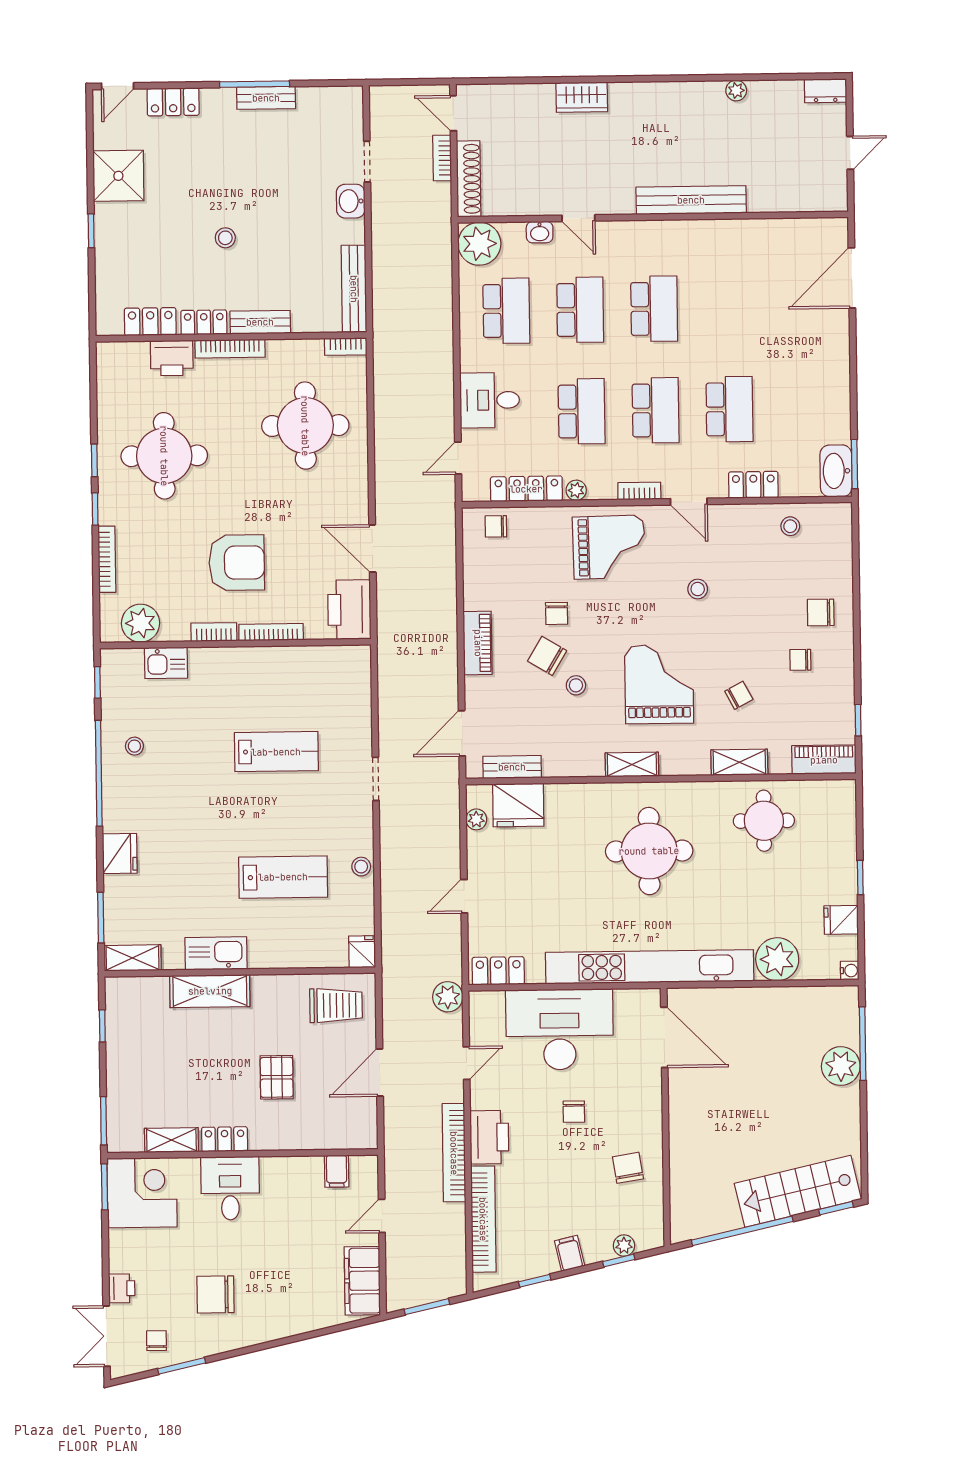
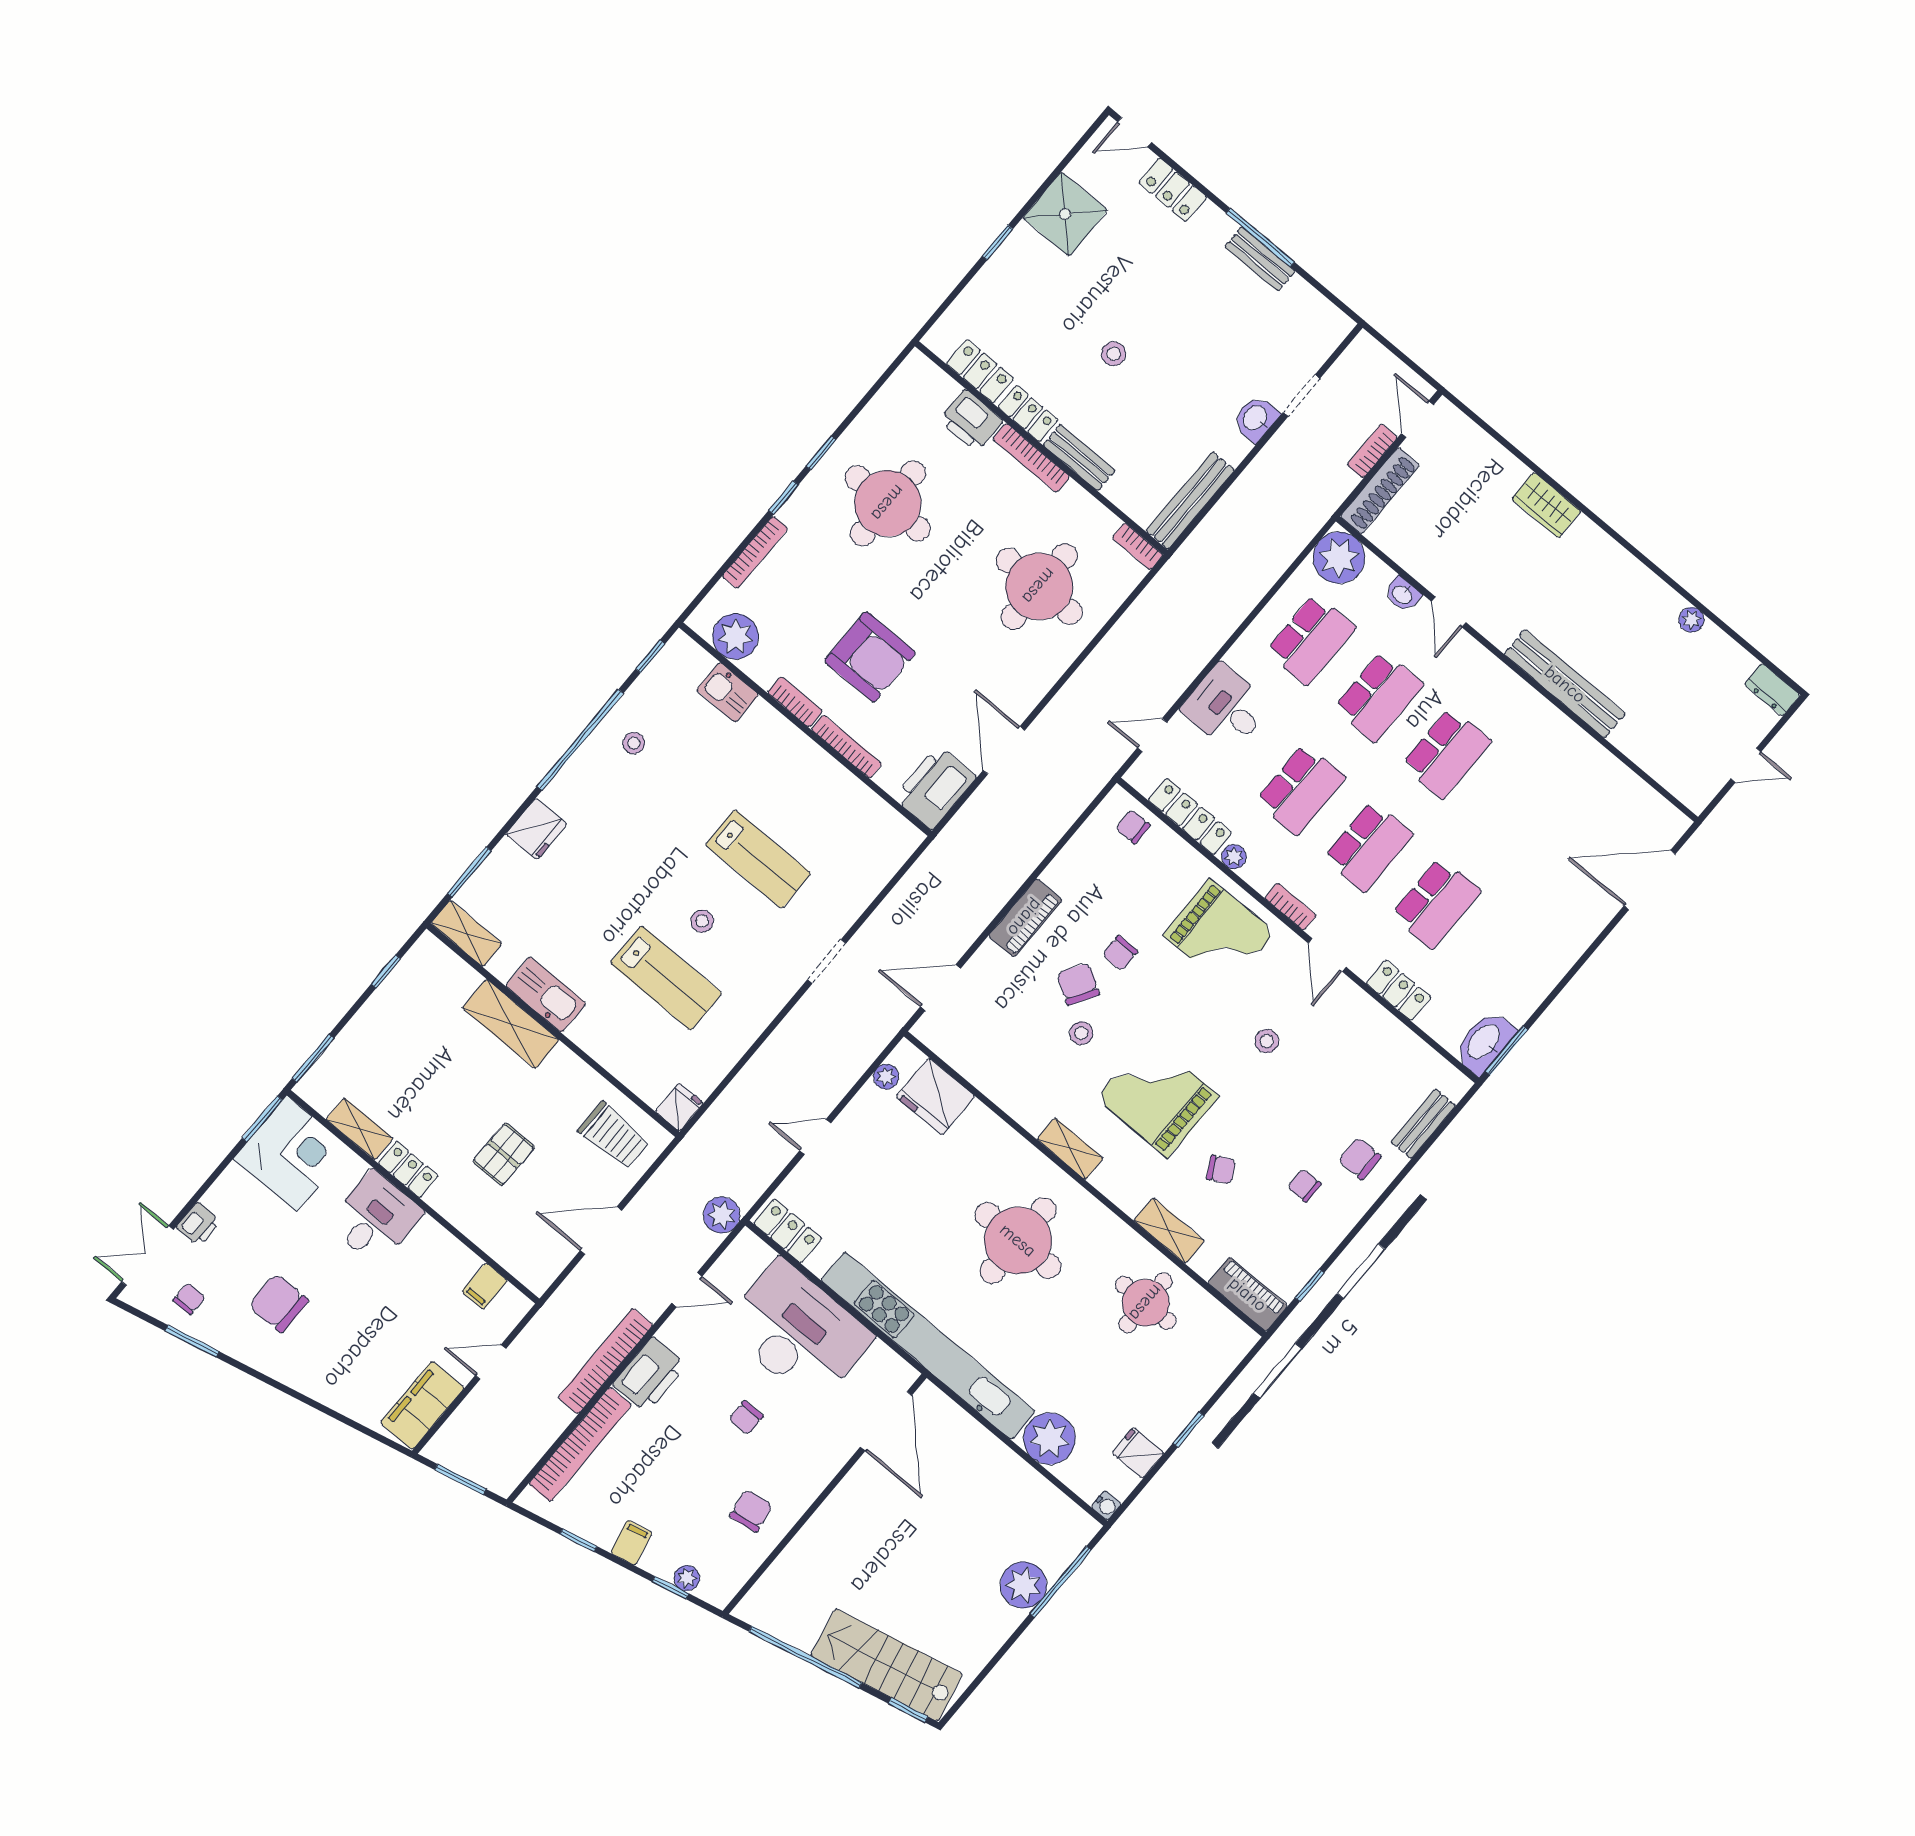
stool: (790, 526) -> (1400, 1057), removed
grand piano: (659, 684) -> (1157, 1097), turned -90
bench: (512, 767) -> (1423, 1124), moved, turned 90
stool: (361, 867) -> (702, 921), moved

